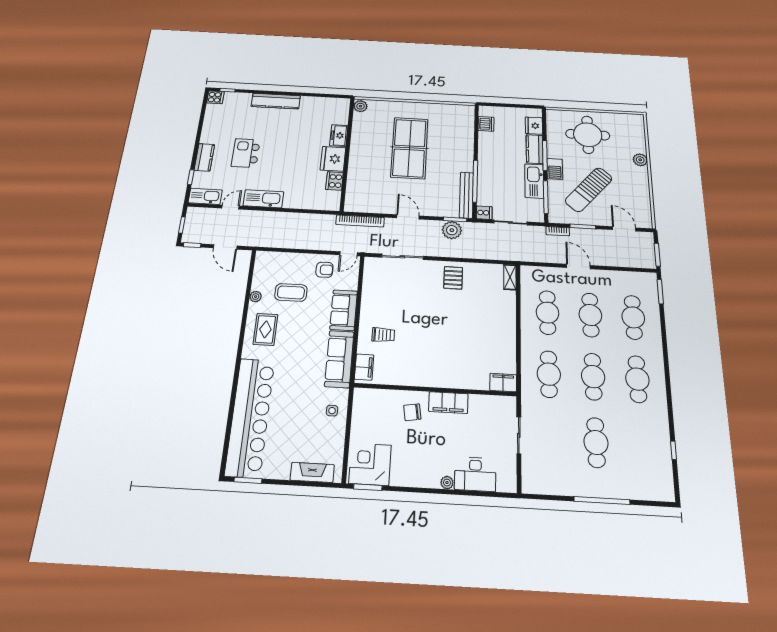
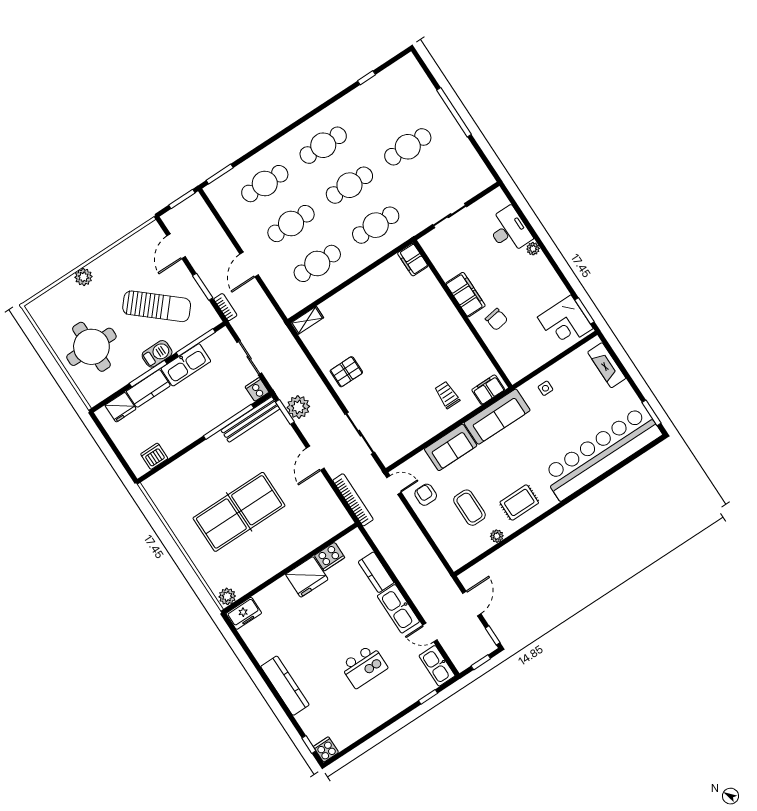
freezer: (339, 135) -> (244, 613), moved
kitchen counter: (204, 157) -> (376, 572), moved, turned -90

